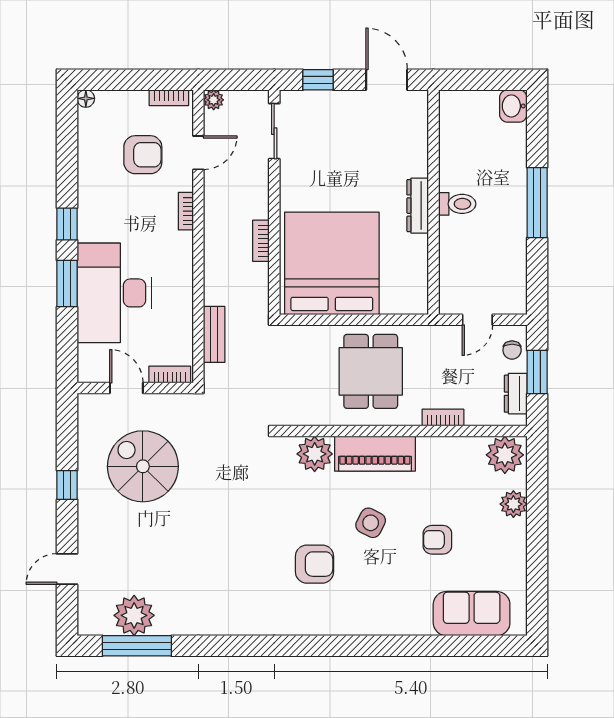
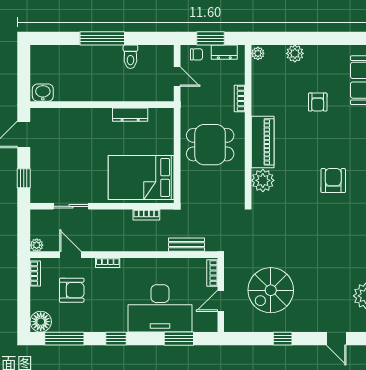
floor lamp: (86, 98) -> (41, 322), width x1.89, depth x1.89
washbasin: (513, 106) -> (43, 93), moved, turned 180
sliding door: (274, 131) -> (71, 206), moved
window: (67, 143) -> (64, 339), added
armchair: (143, 155) -> (72, 290), turned 90
toilet: (457, 204) -> (130, 57), moved, turned 180
dresser: (418, 206) -> (130, 115), moved
bookcase: (261, 241) -> (146, 215), moved
bed: (332, 263) -> (141, 178), width x0.73
window: (67, 283) -> (179, 339), moved
plant: (505, 455) -> (258, 53), width x0.53, depth x0.53
side table: (371, 523) -> (307, 145), removed

